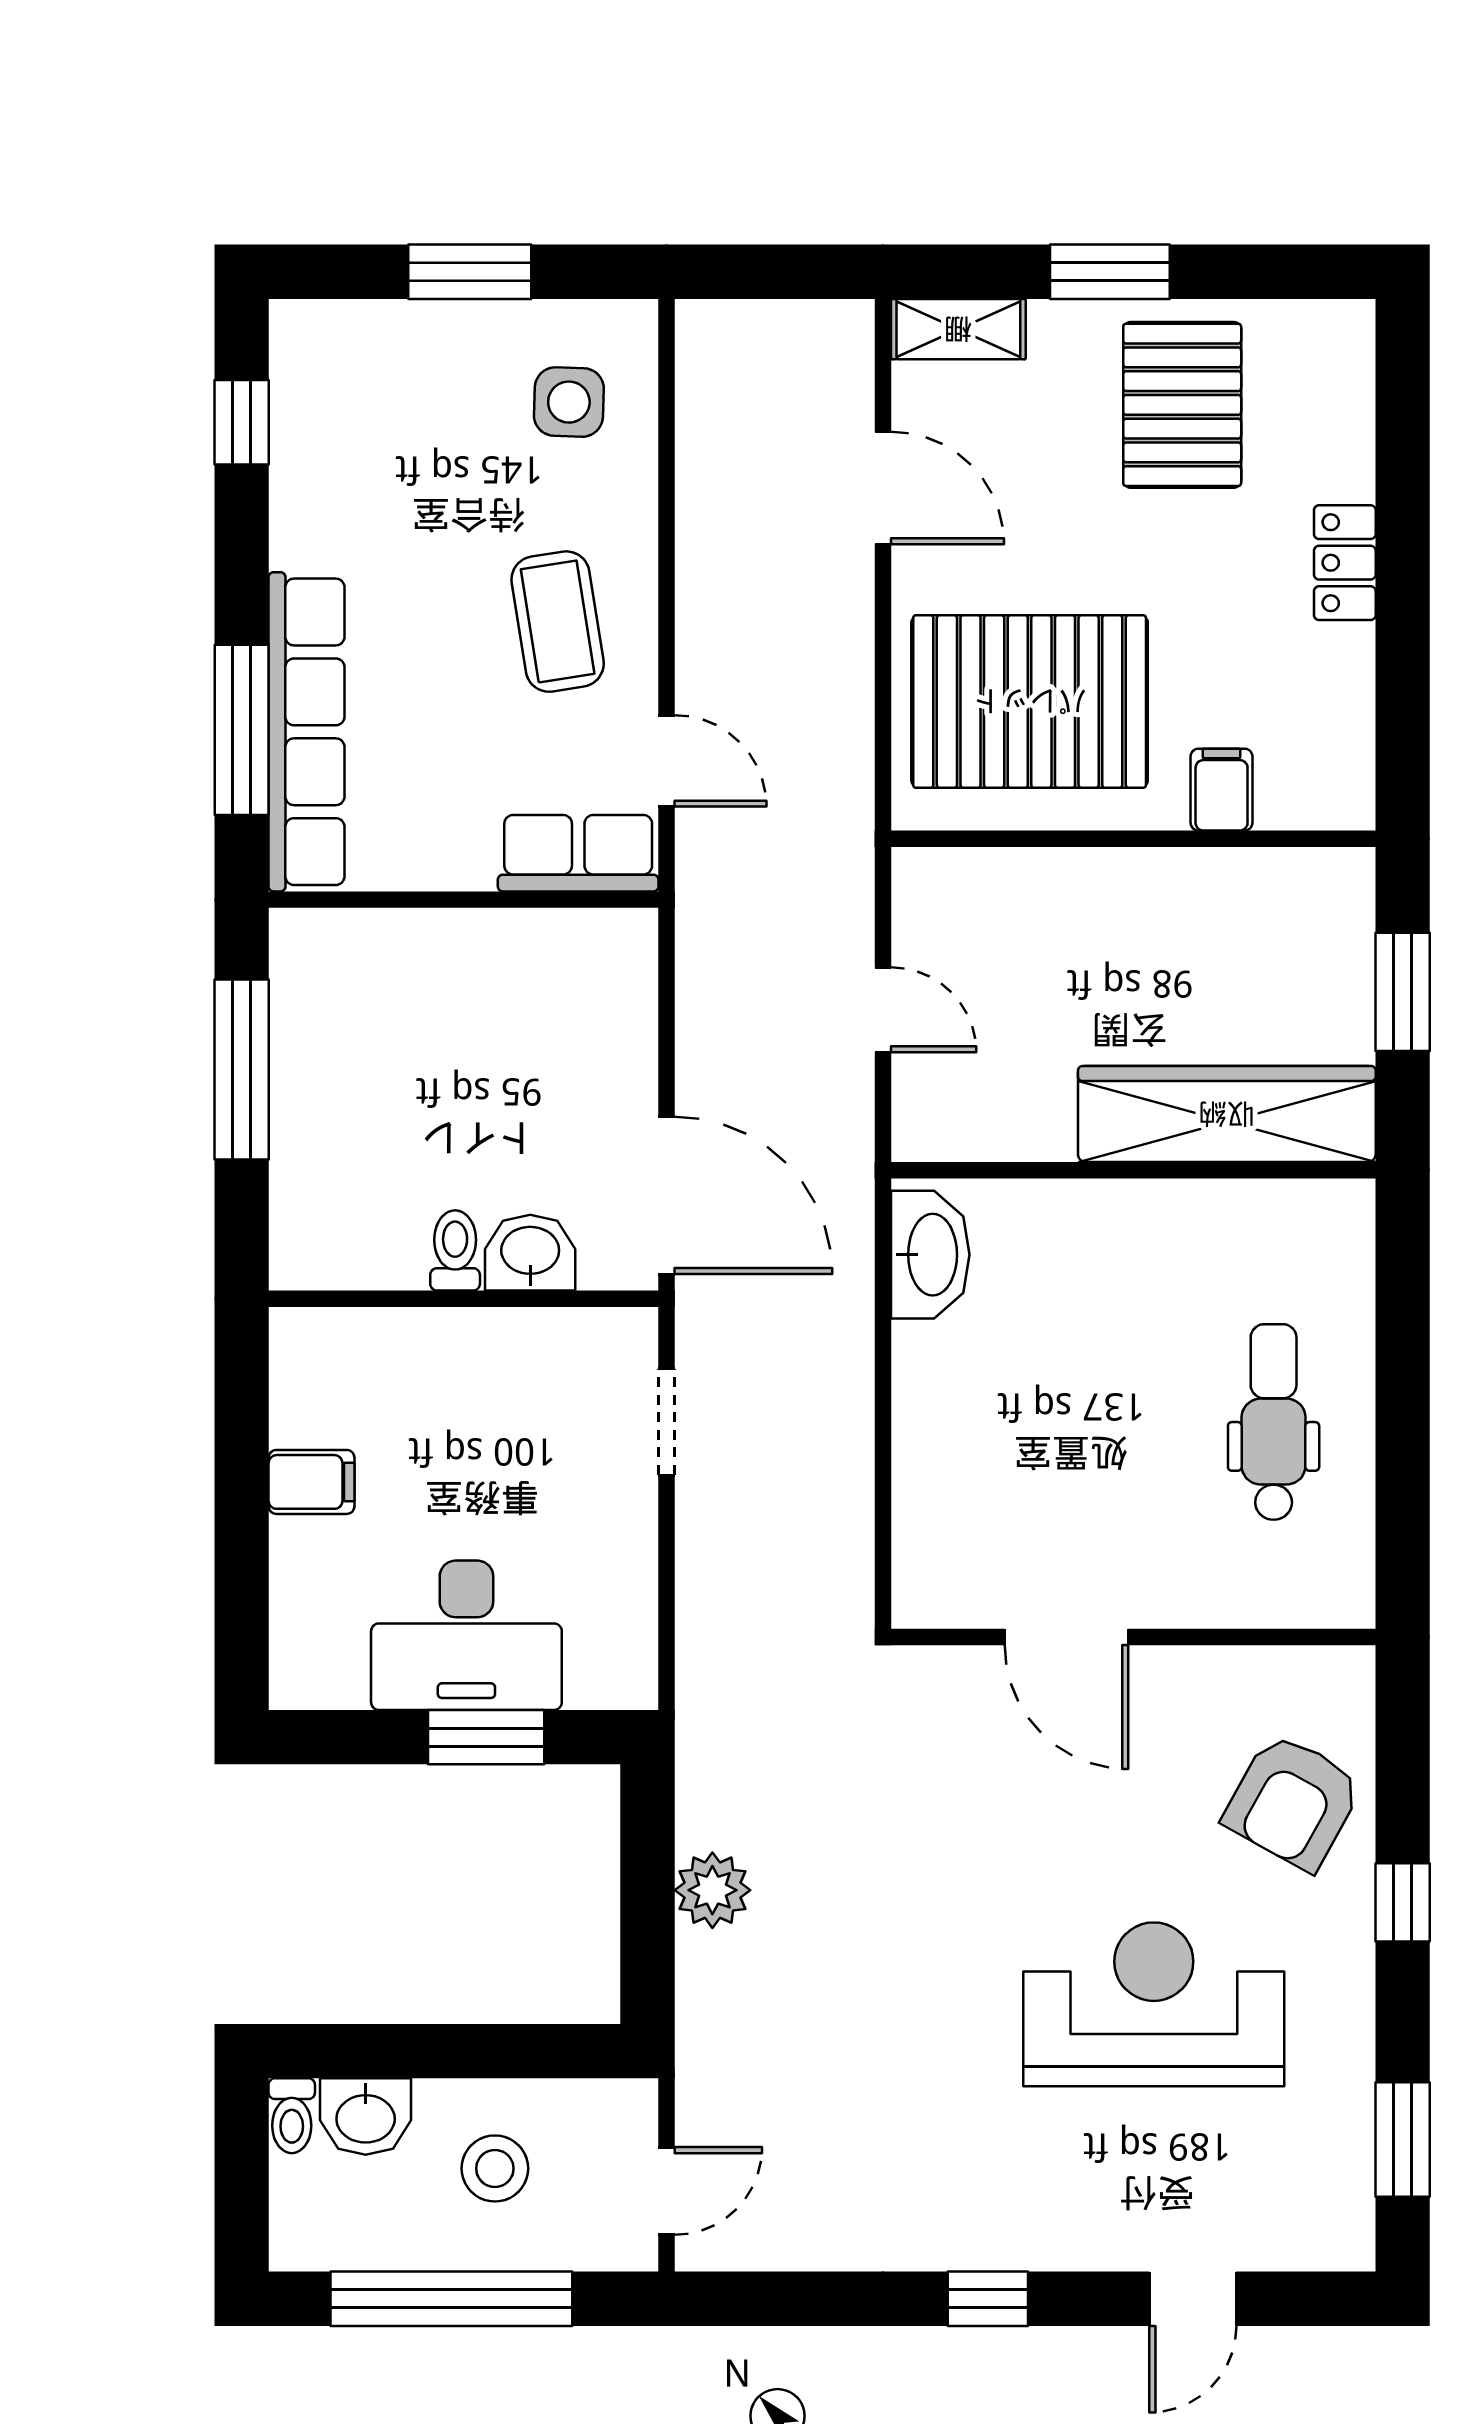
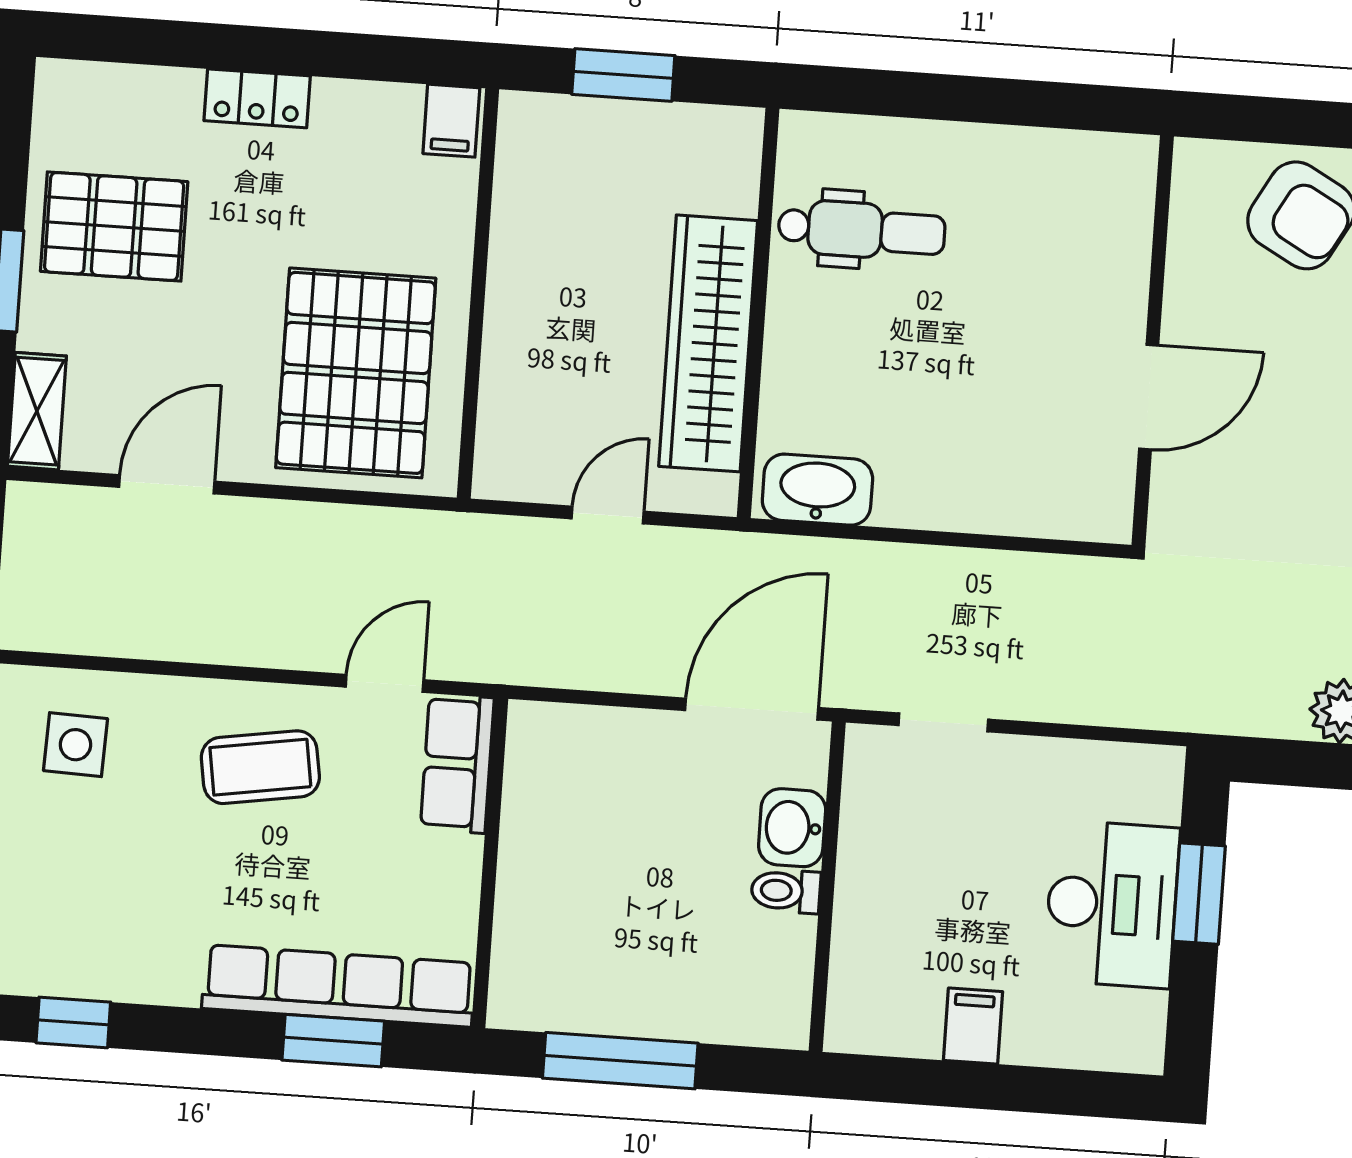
window: (242, 730) -> (333, 1041), width x0.69
filing cabinet: (1222, 790) -> (451, 121), moved, turned -90
wardrobe: (1227, 1114) -> (708, 343), moved
dental chair: (1274, 1422) -> (862, 230), moved, turned 180

